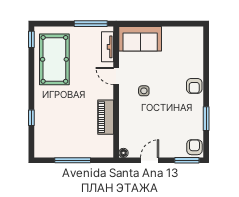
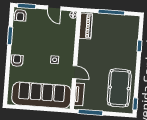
sofa: (140, 39) -> (41, 95), width x1.85, depth x1.27
piano: (106, 117) -> (86, 26), moved
door: (150, 160) -> (54, 8), hinge flipped

